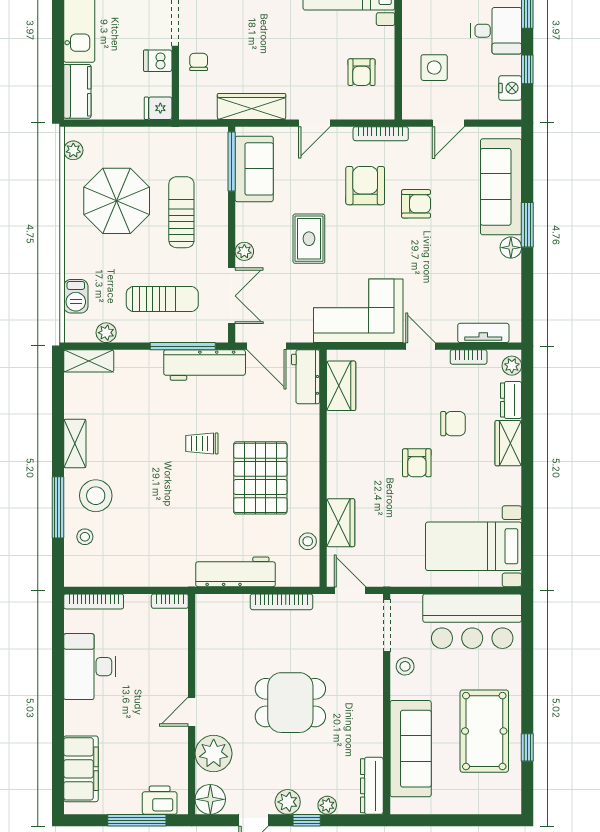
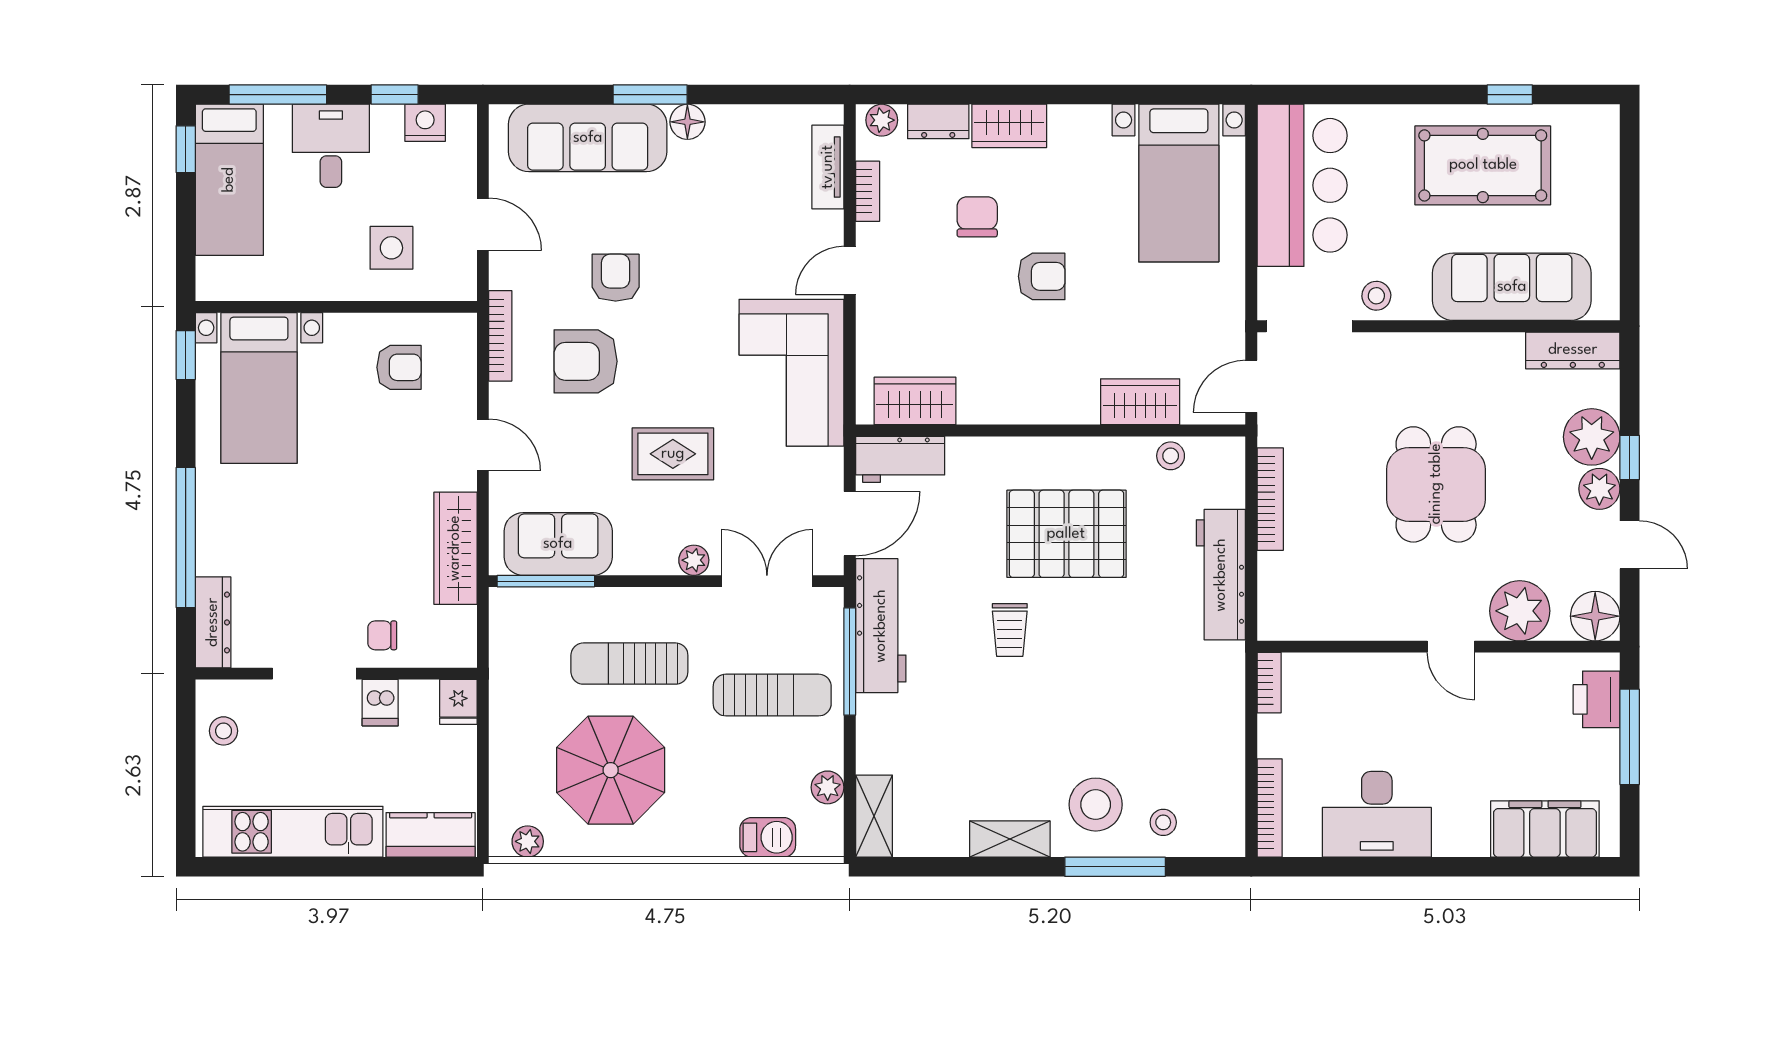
sun lounger: (162, 299) -> (772, 695), turned 90
plant: (327, 805) -> (1592, 437), width x1.87, depth x1.87

